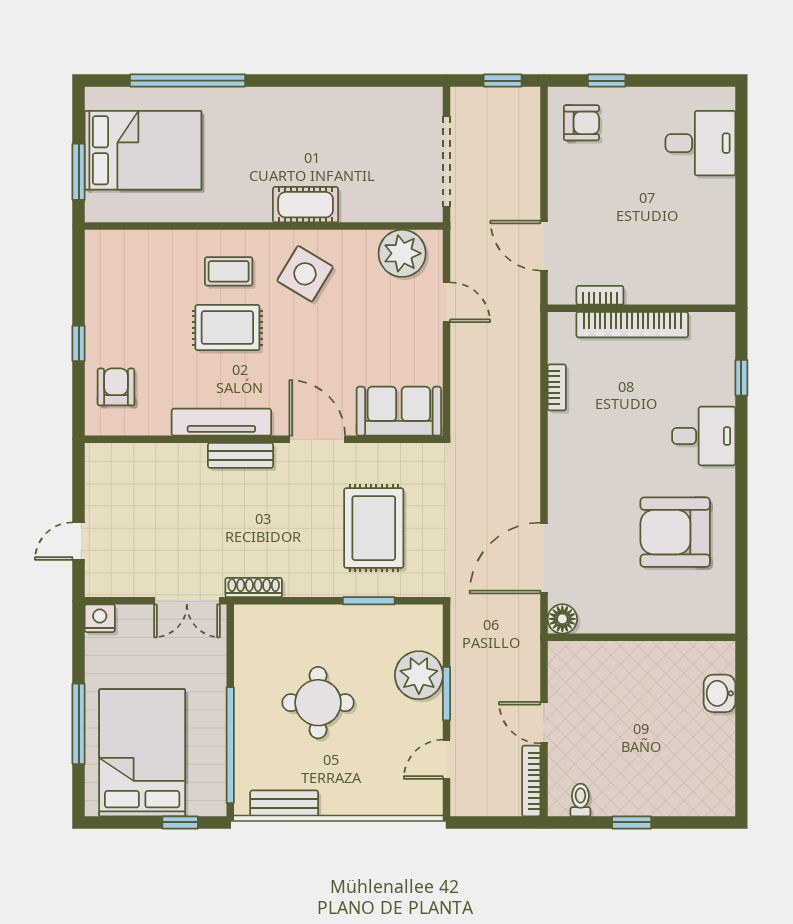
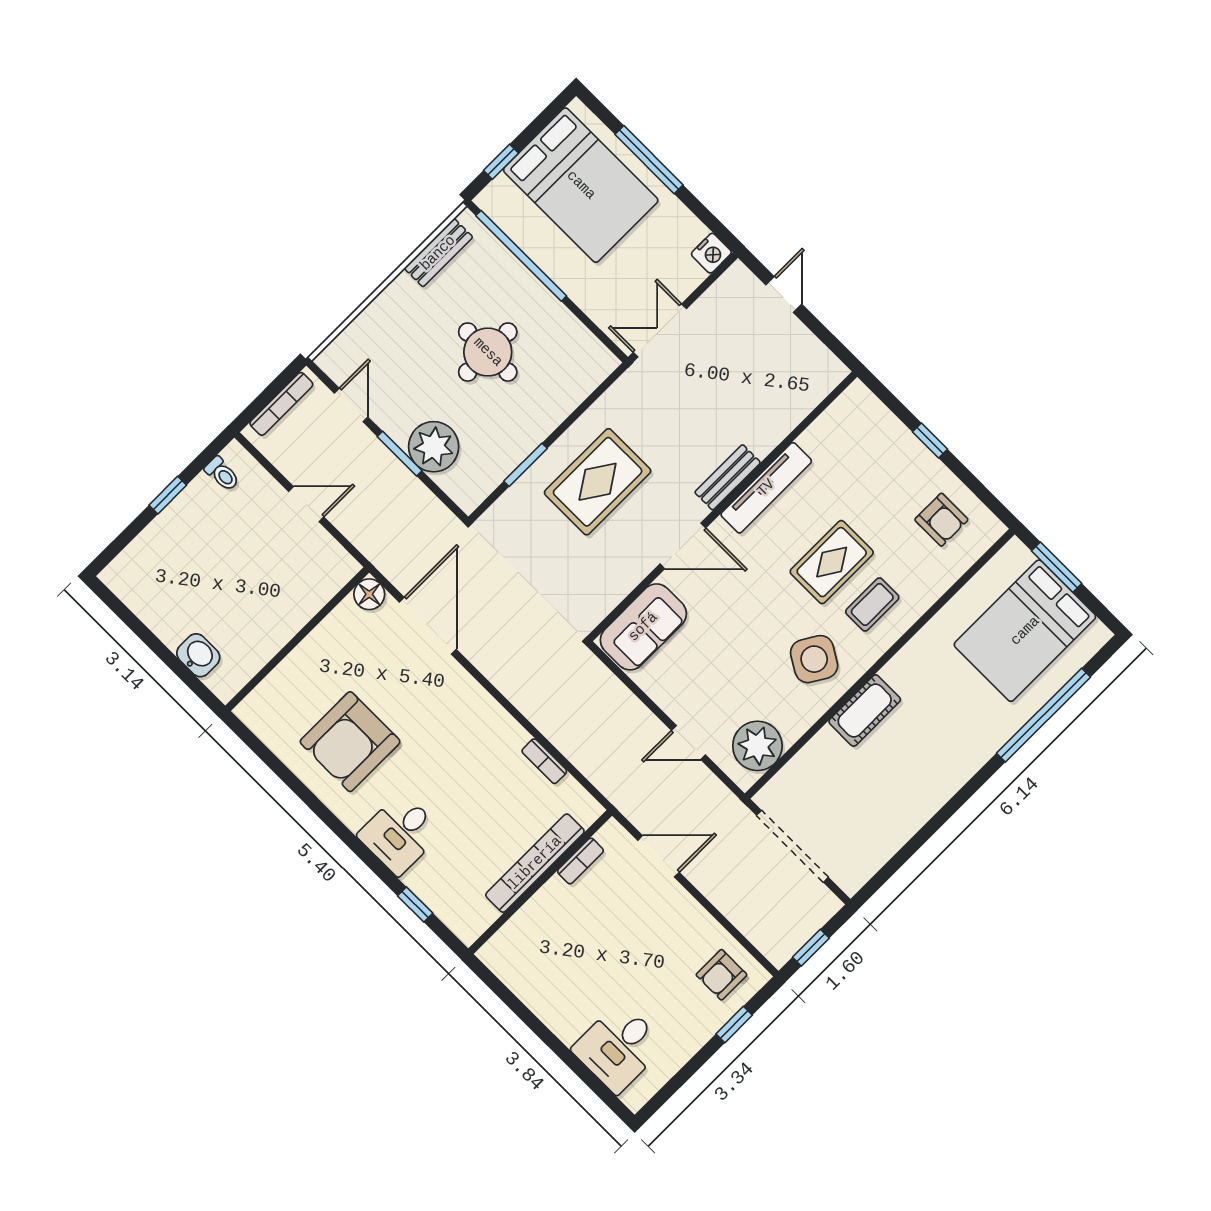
armchair: (116, 387) -> (941, 520), moved
rug: (374, 528) -> (598, 482), moved, turned 90
armchair: (675, 532) -> (350, 742), turned 180
shoe rack: (254, 587) -> (620, 390), removed
bookcase: (531, 781) -> (281, 404), moved, turned 90

